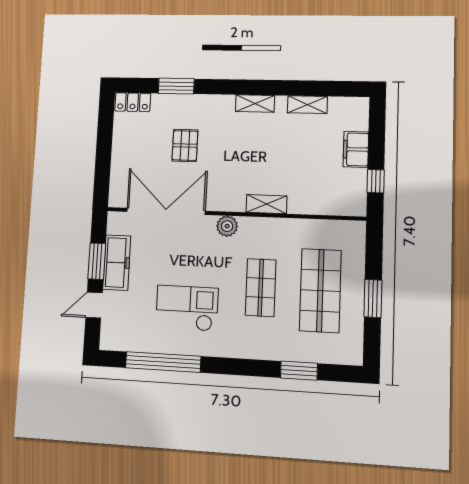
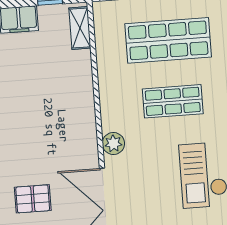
shelving: (266, 204) -> (80, 28), moved

